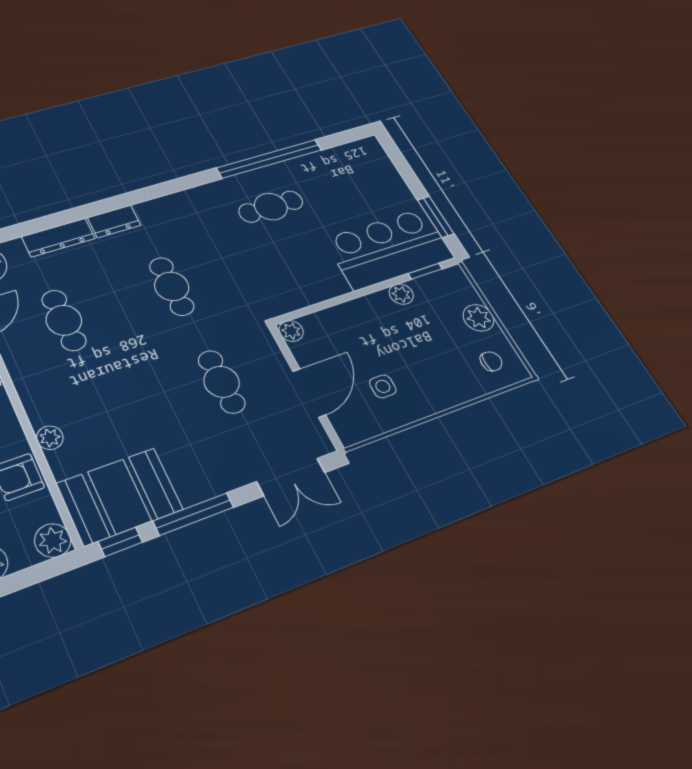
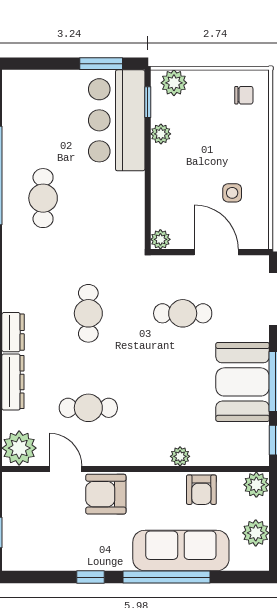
cafe table: (172, 286) -> (88, 313), turned 90
plant: (478, 318) -> (174, 83), moved
chair: (491, 361) -> (244, 95), turned 90
booth: (120, 496) -> (243, 382), moved

